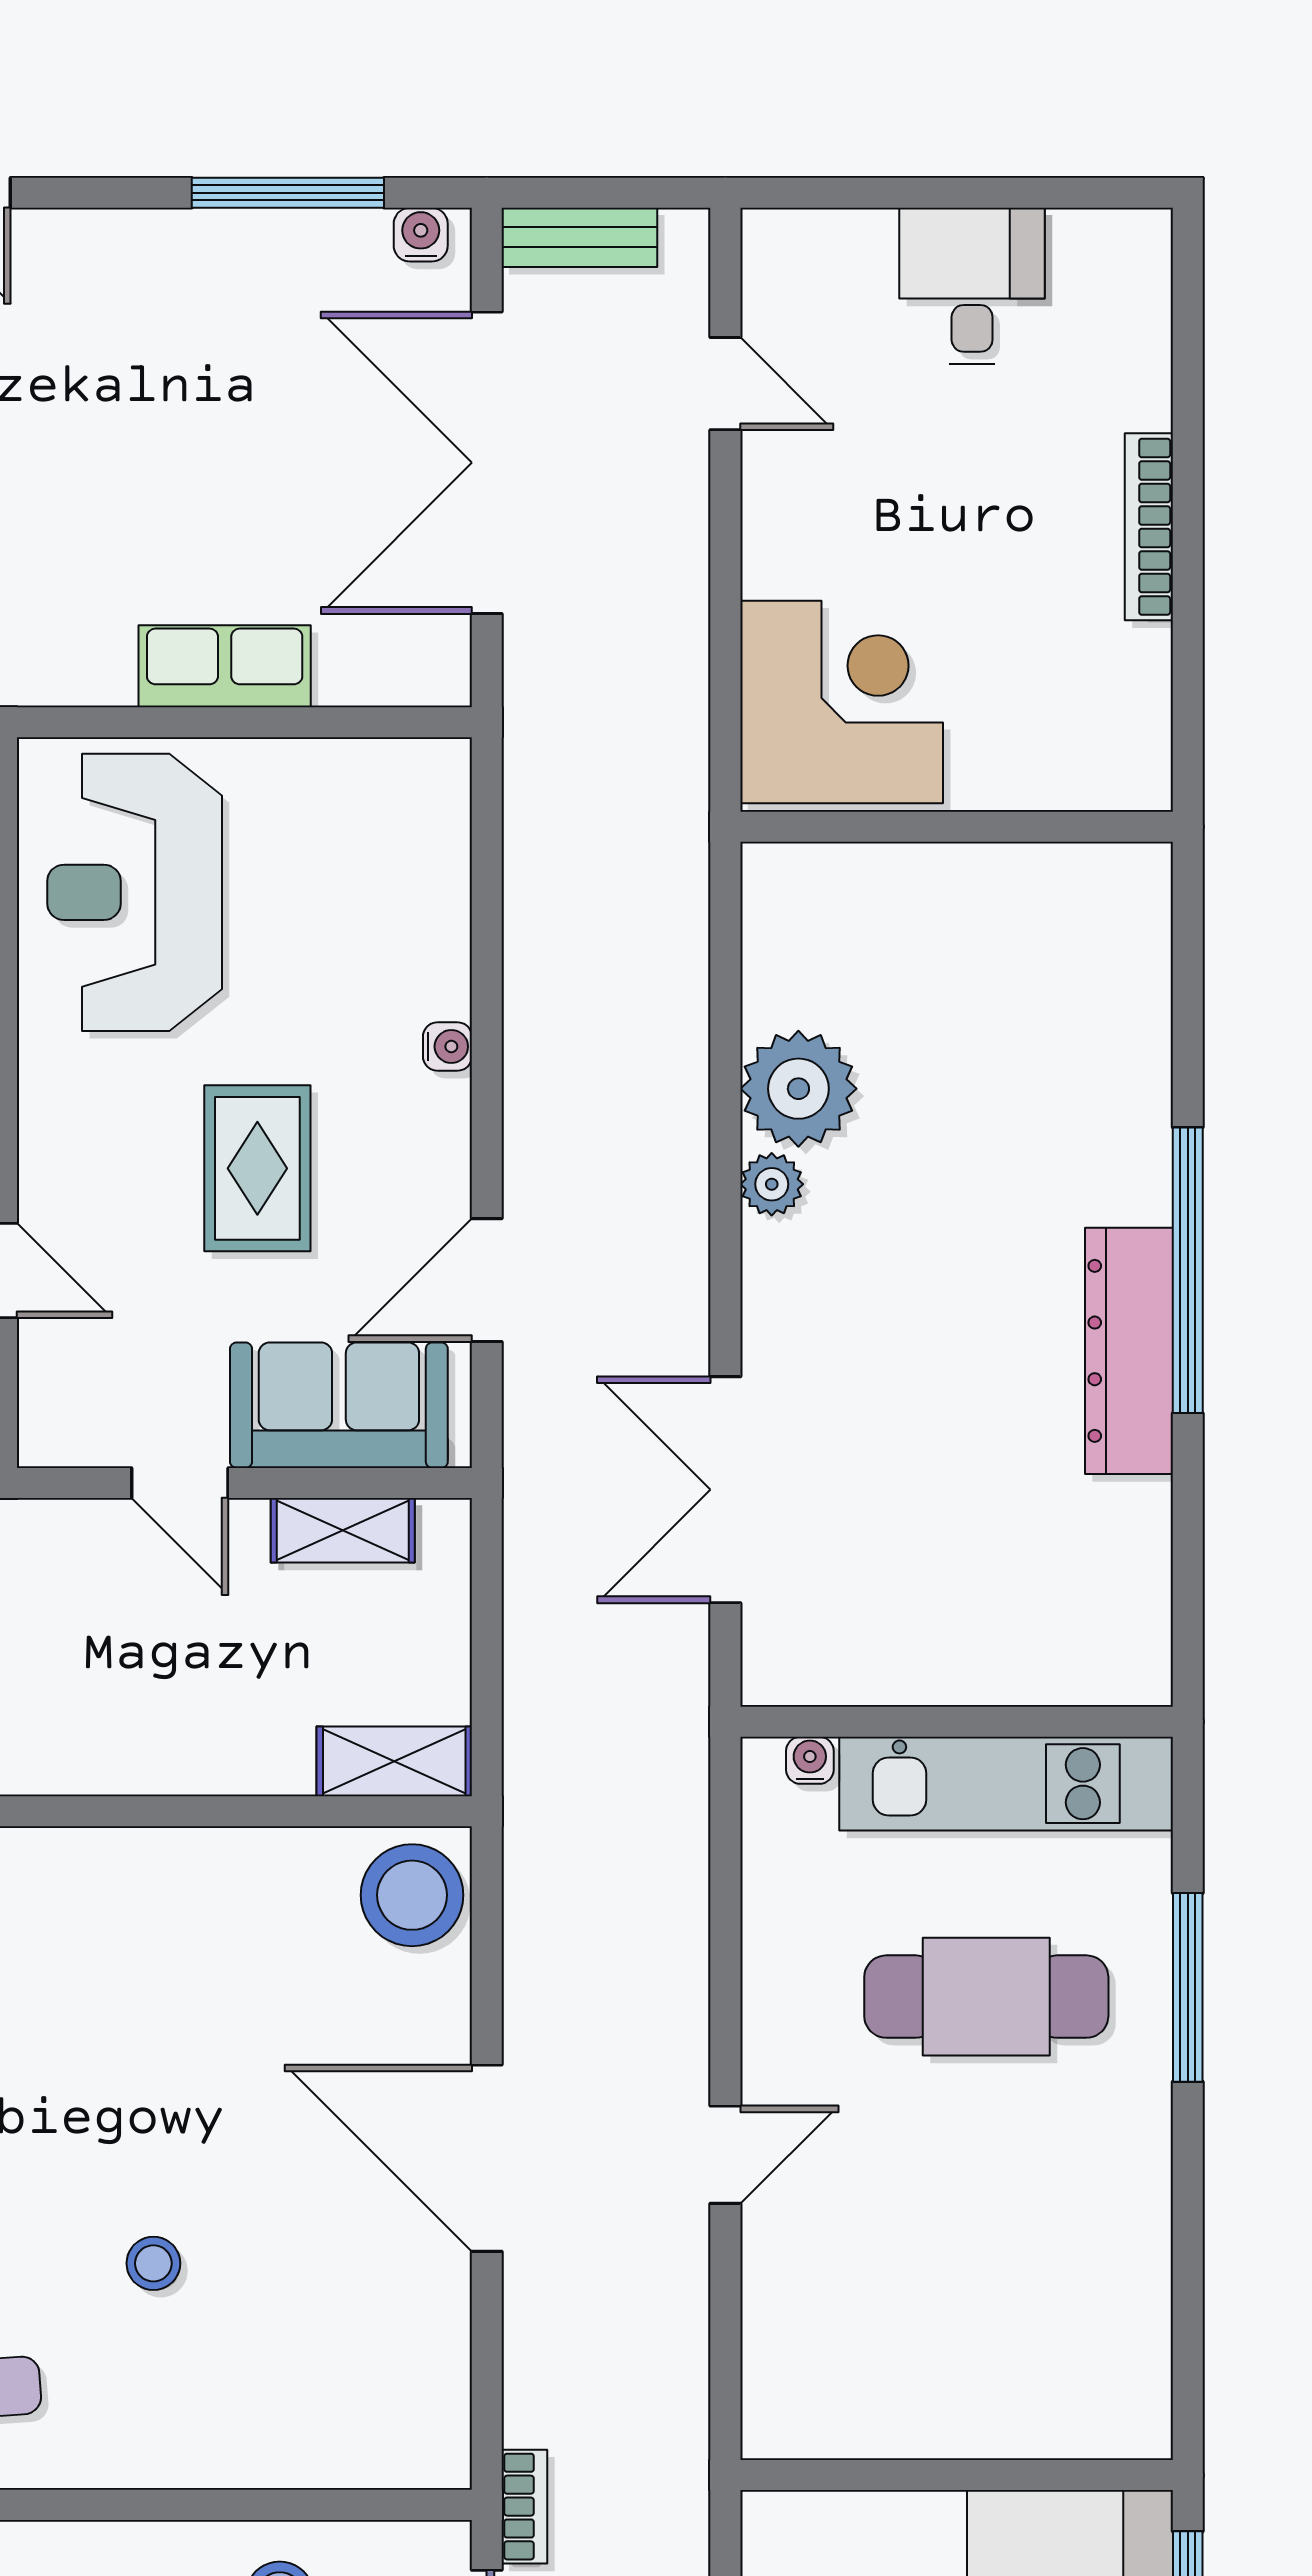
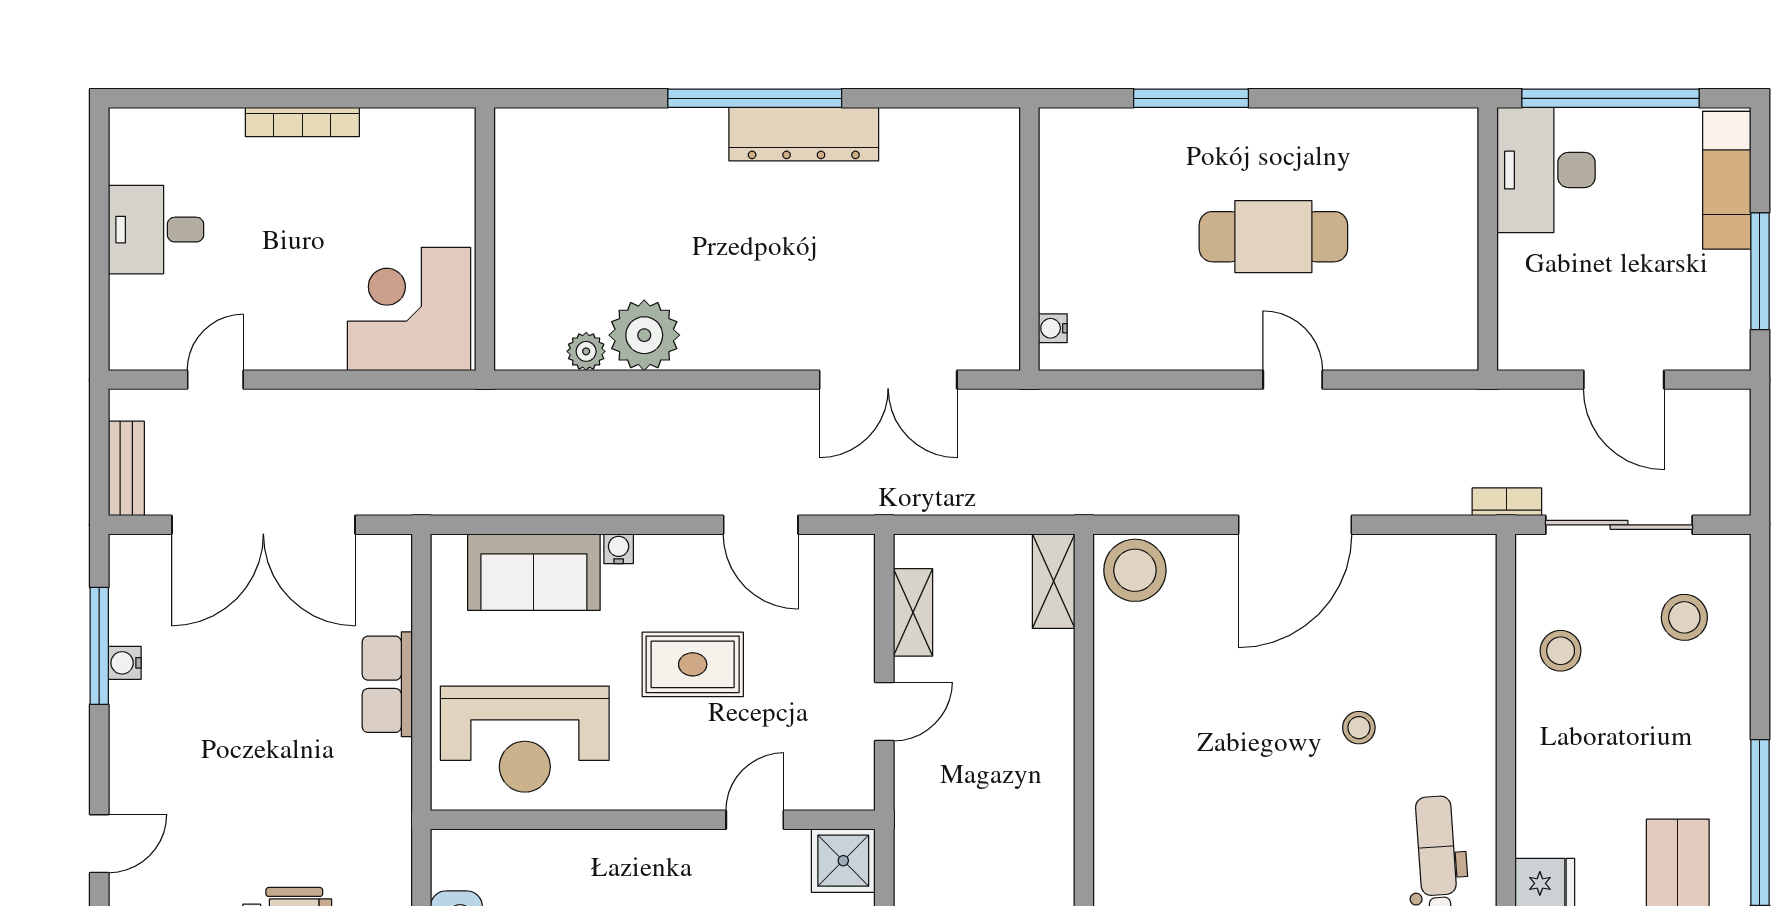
water cooler: (421, 235) -> (125, 663), moved
plant: (772, 1184) -> (586, 351), moved
sofa: (339, 1405) -> (534, 572), moved, turned -90
kitchen unit: (1006, 1784) -> (1067, 209), removed
cafe table: (986, 1997) -> (1273, 237), moved, turned 90

